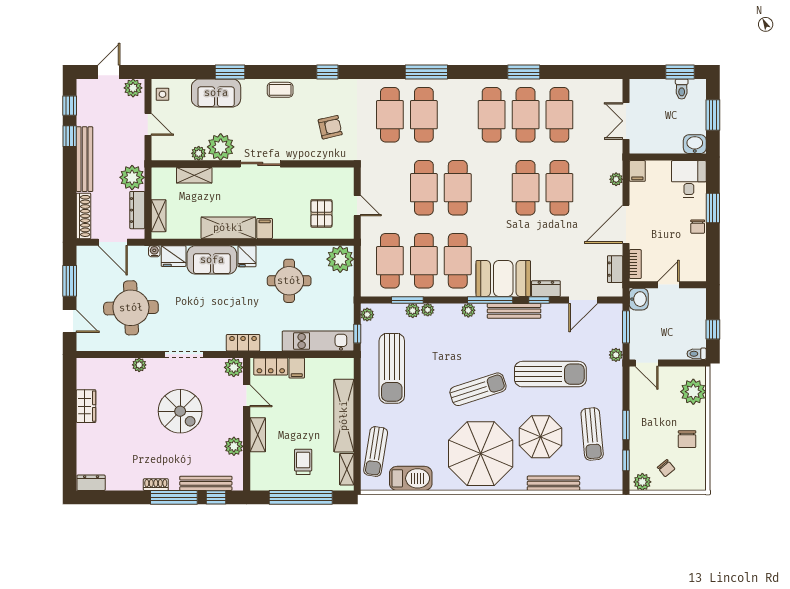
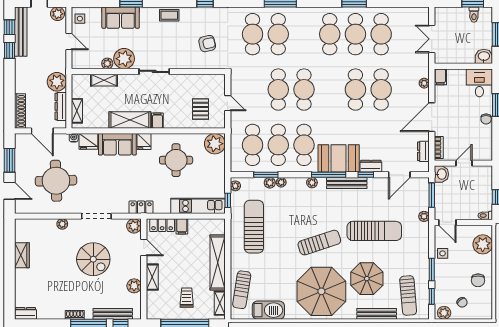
bench: (85, 159) -> (21, 32), moved
sun lounger: (392, 368) -> (254, 227), turned 180
side table: (640, 404) -> (443, 253), added
sun lounger: (592, 434) -> (408, 296), moved

